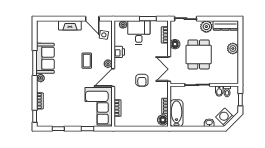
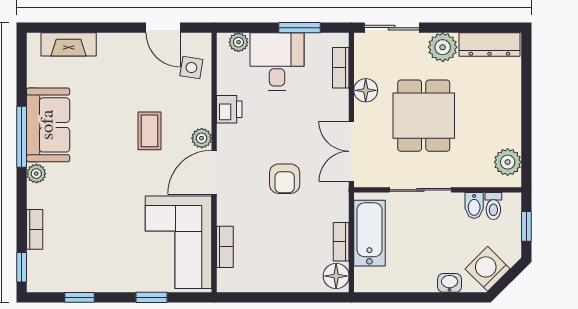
fireplace: (70, 25) -> (69, 44), moved
plant: (233, 49) -> (508, 162), moved
bathtub: (176, 113) -> (369, 233), moved

